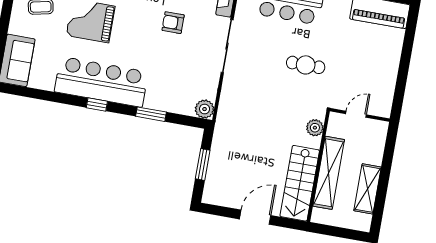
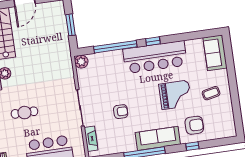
window: (151, 114) -> (115, 47), width x2.11

